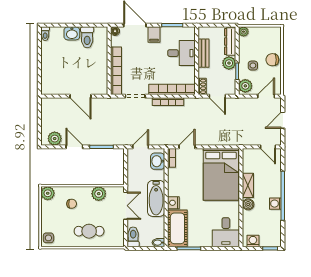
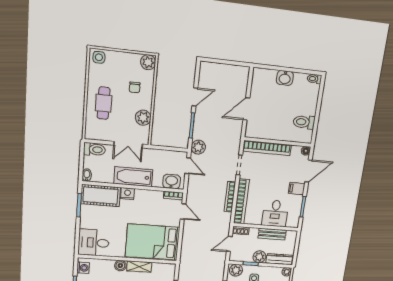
washbasin: (72, 33) -> (285, 78), moved, turned -90
plant: (55, 139) -> (198, 147), moved

